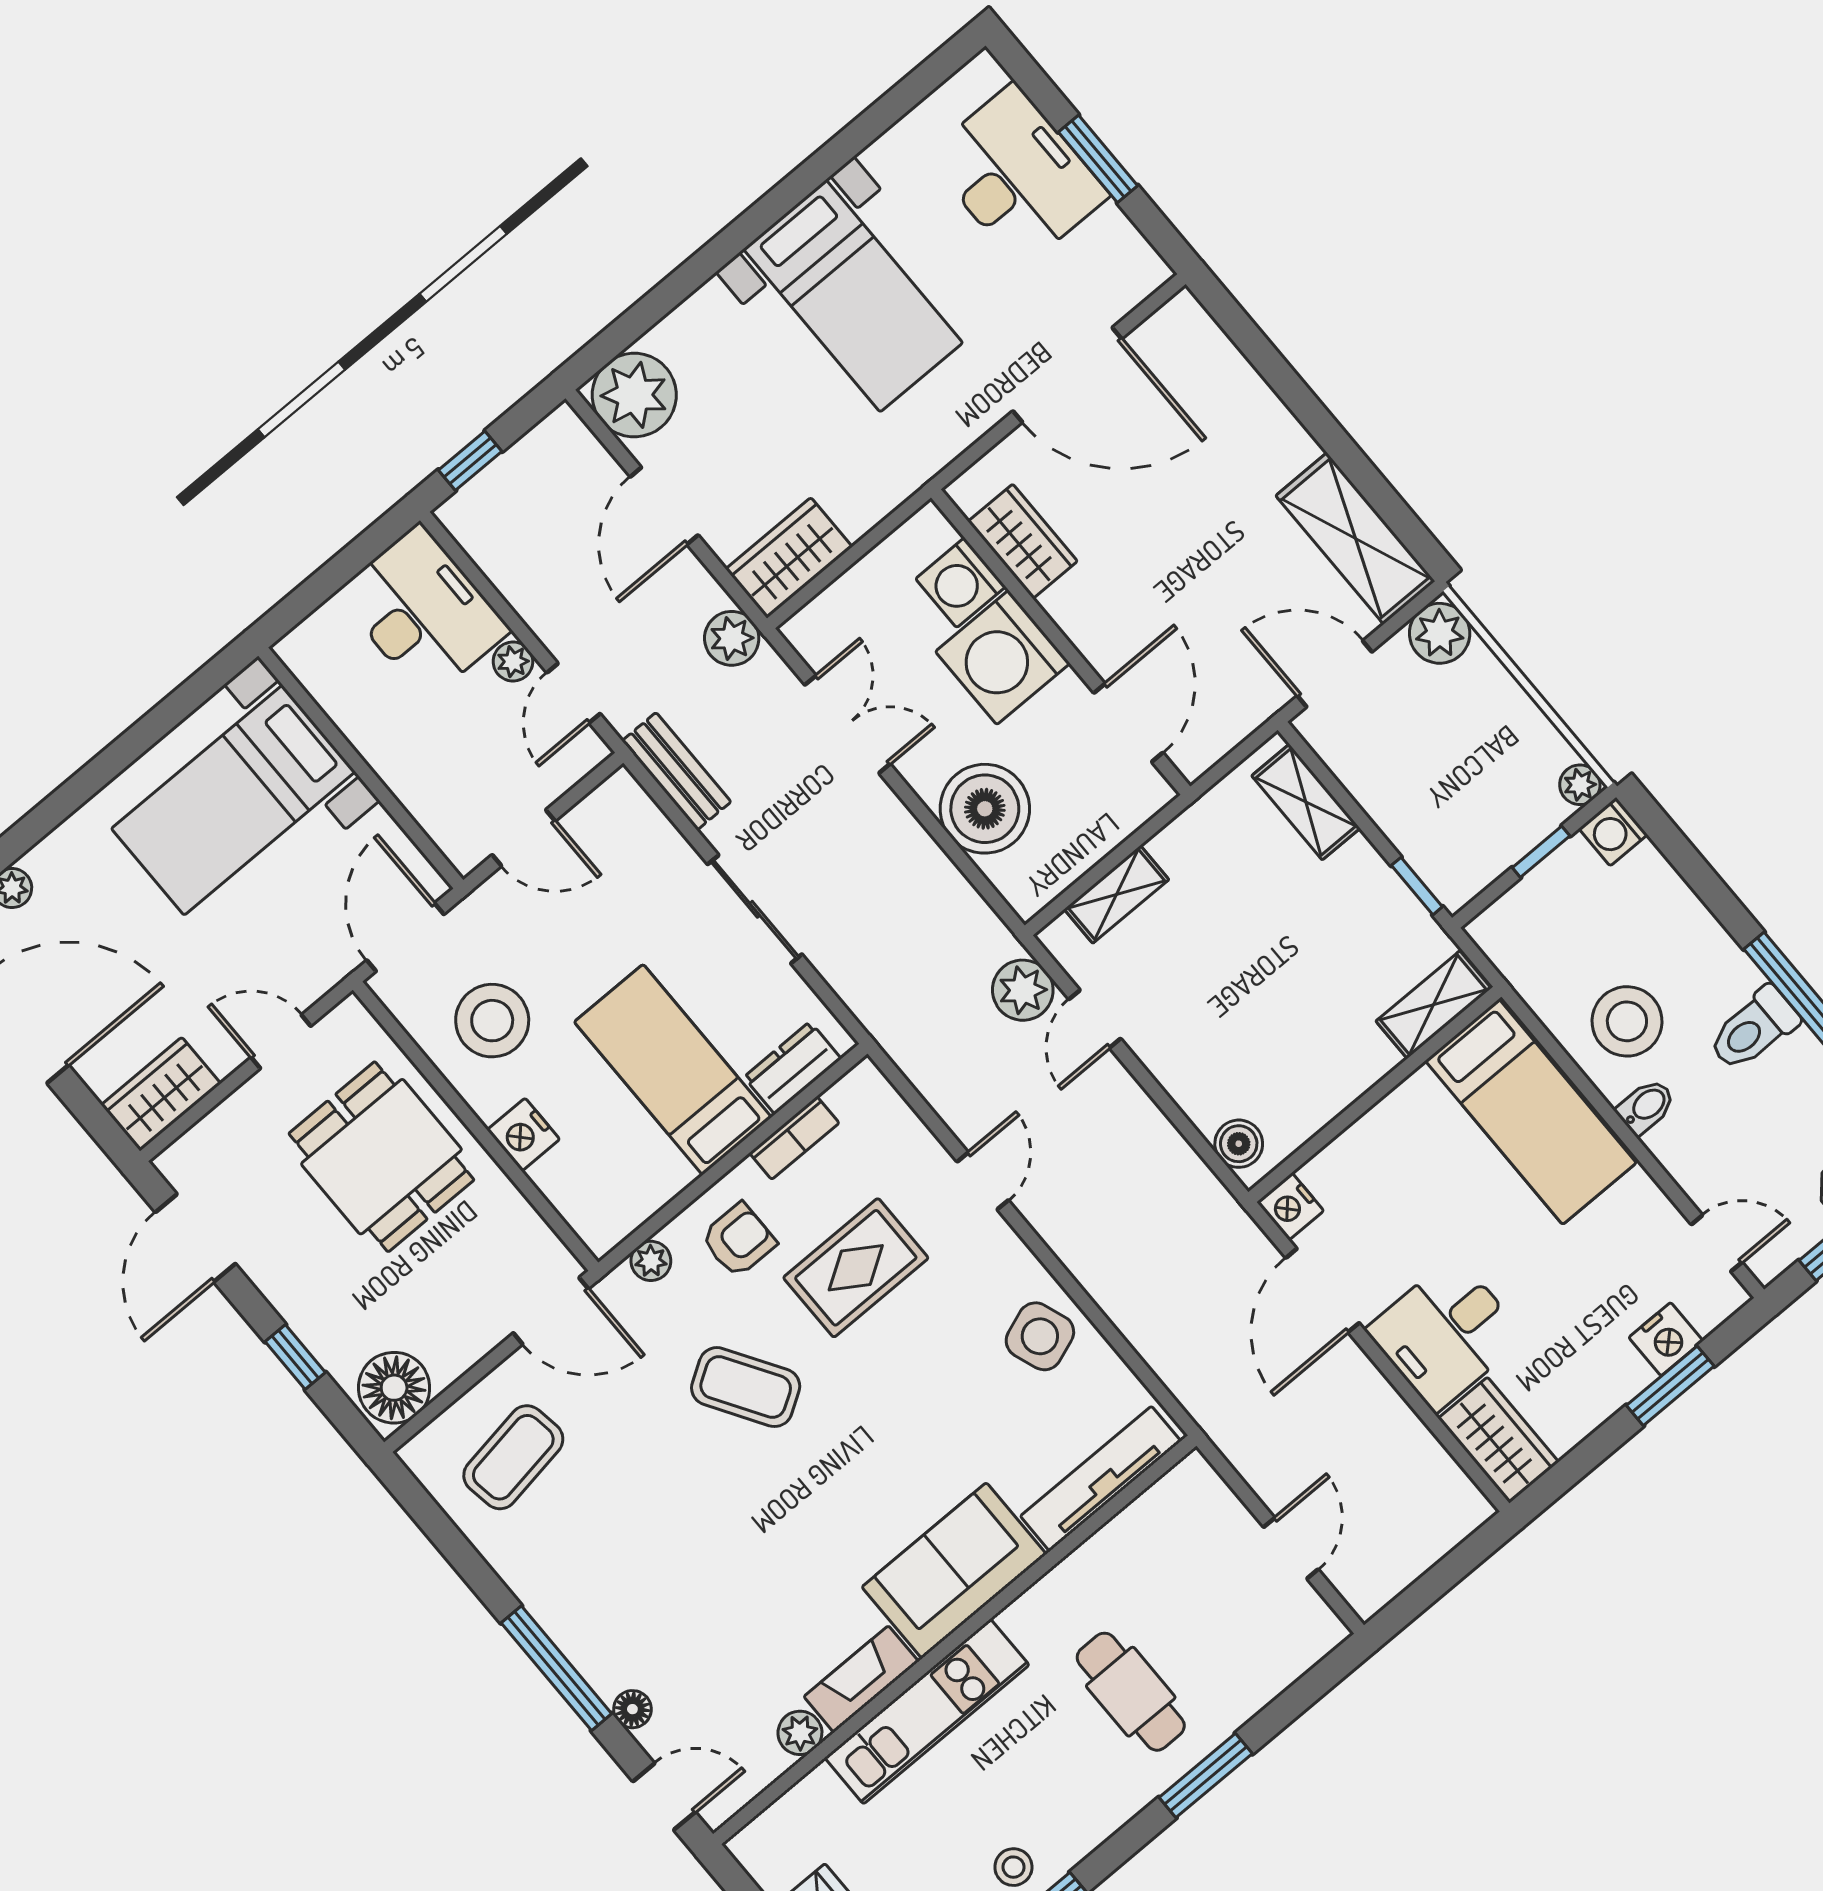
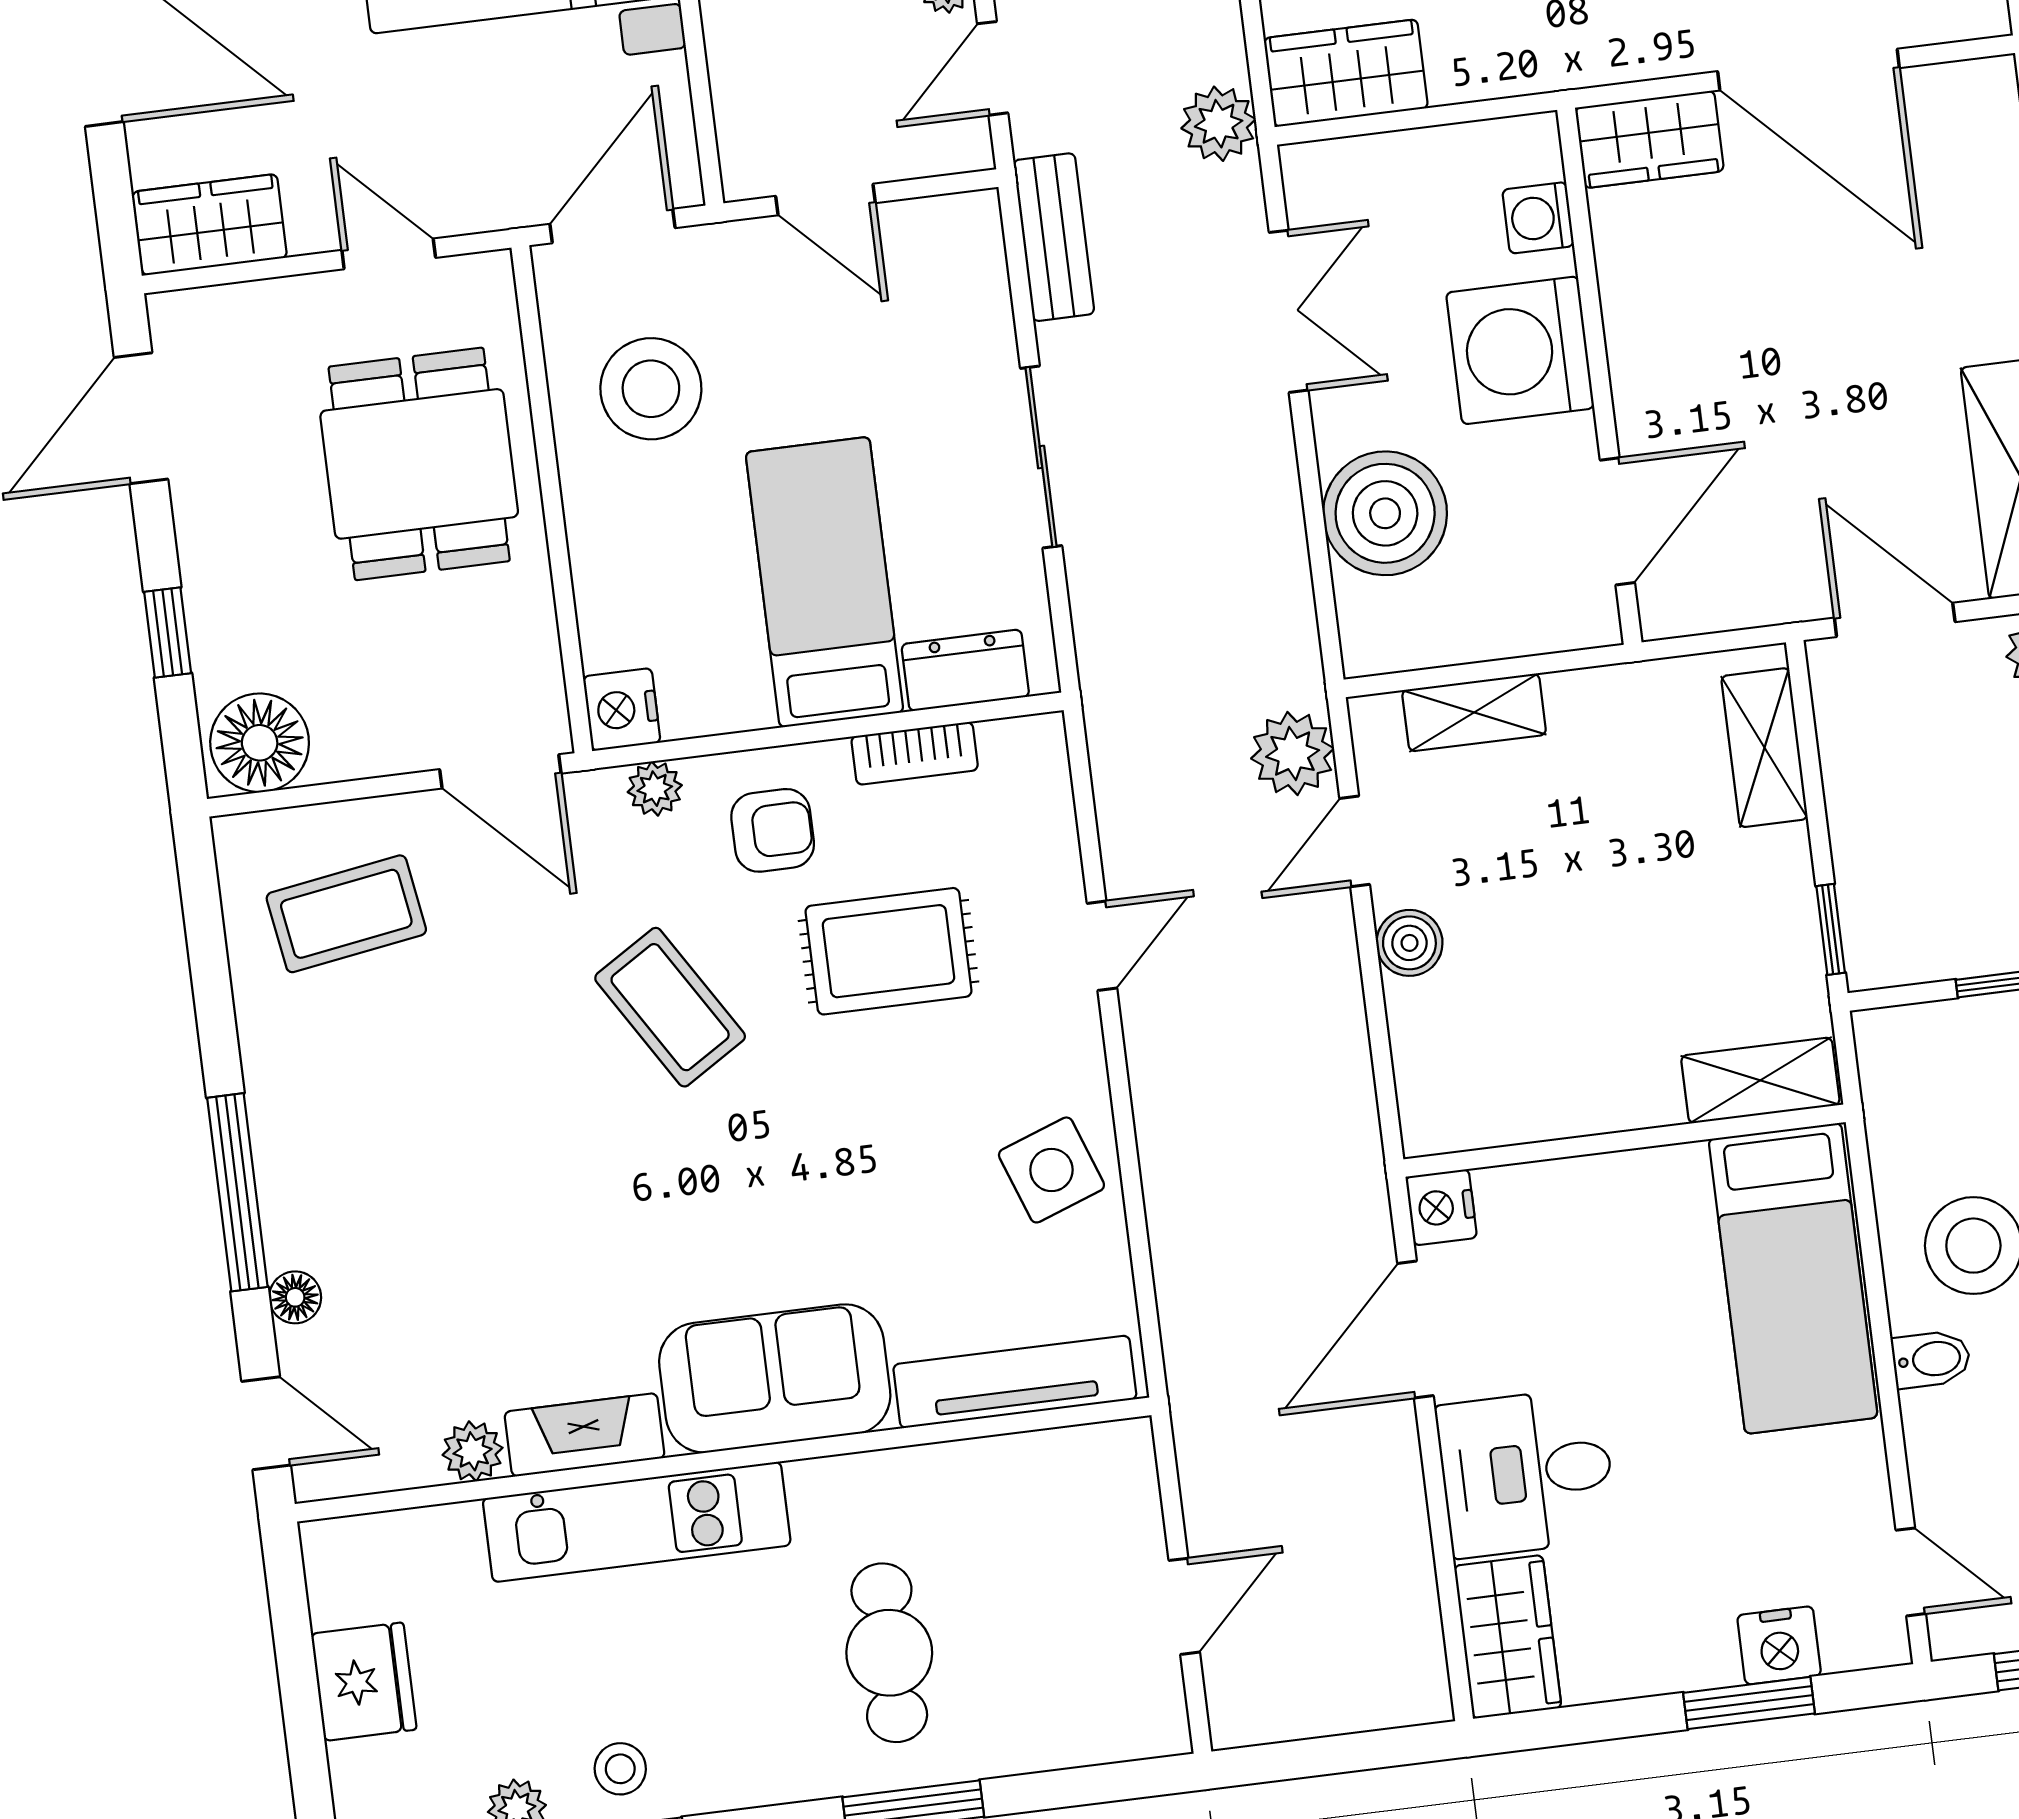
wardrobe: (1023, 541) -> (1649, 139), moved, turned 90
washing machine: (961, 583) -> (1538, 218), width x0.73, depth x0.73
nightstand: (523, 1135) -> (622, 709), moved
boiler: (1239, 1144) -> (1409, 943), moved

